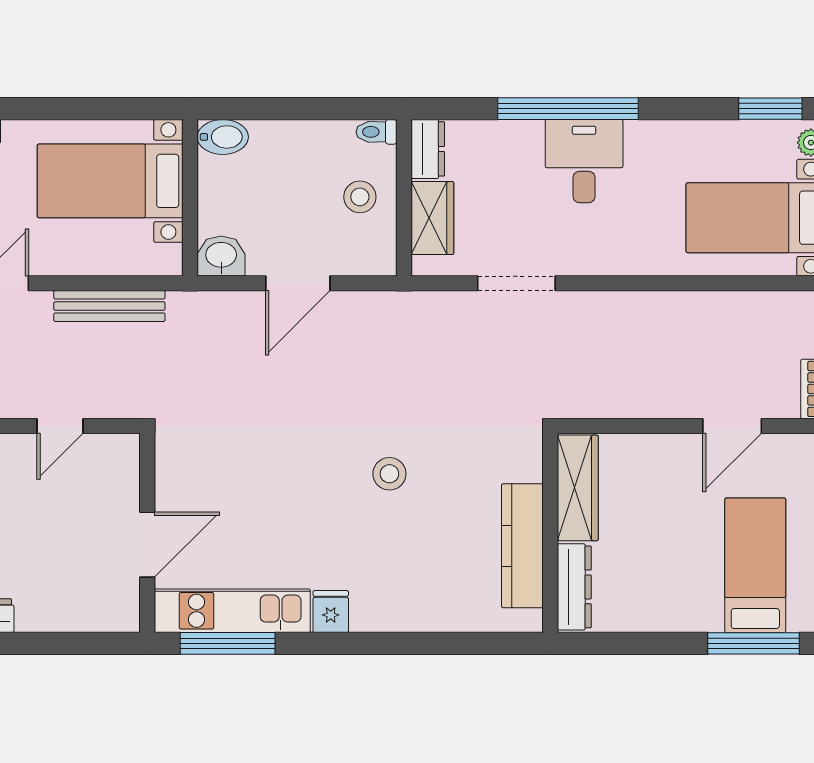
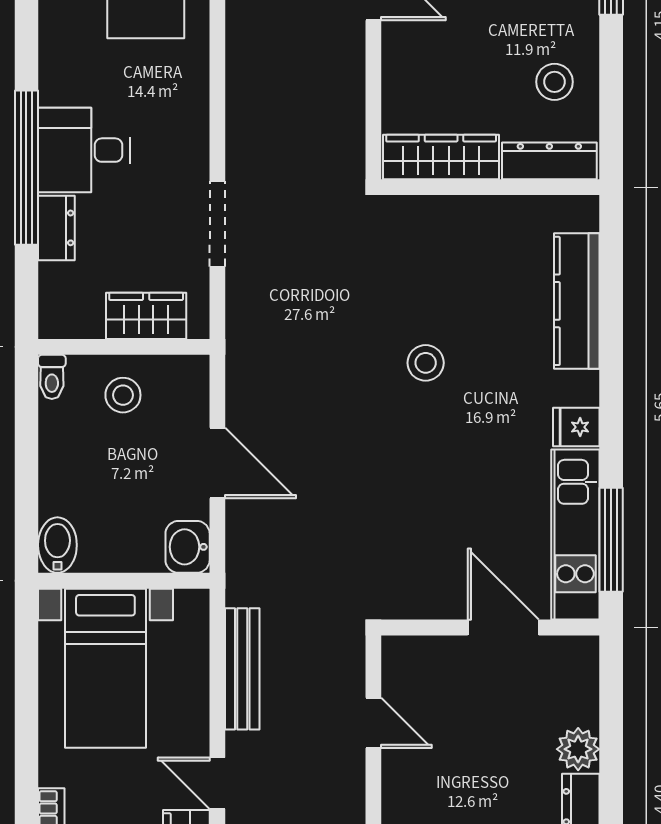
dresser: (428, 149) -> (56, 228), moved, turned 90
kitchen counter: (522, 546) -> (577, 301), moved, turned 90
stool: (646, 592) -> (554, 82), added
plant: (36, 613) -> (578, 749), added

